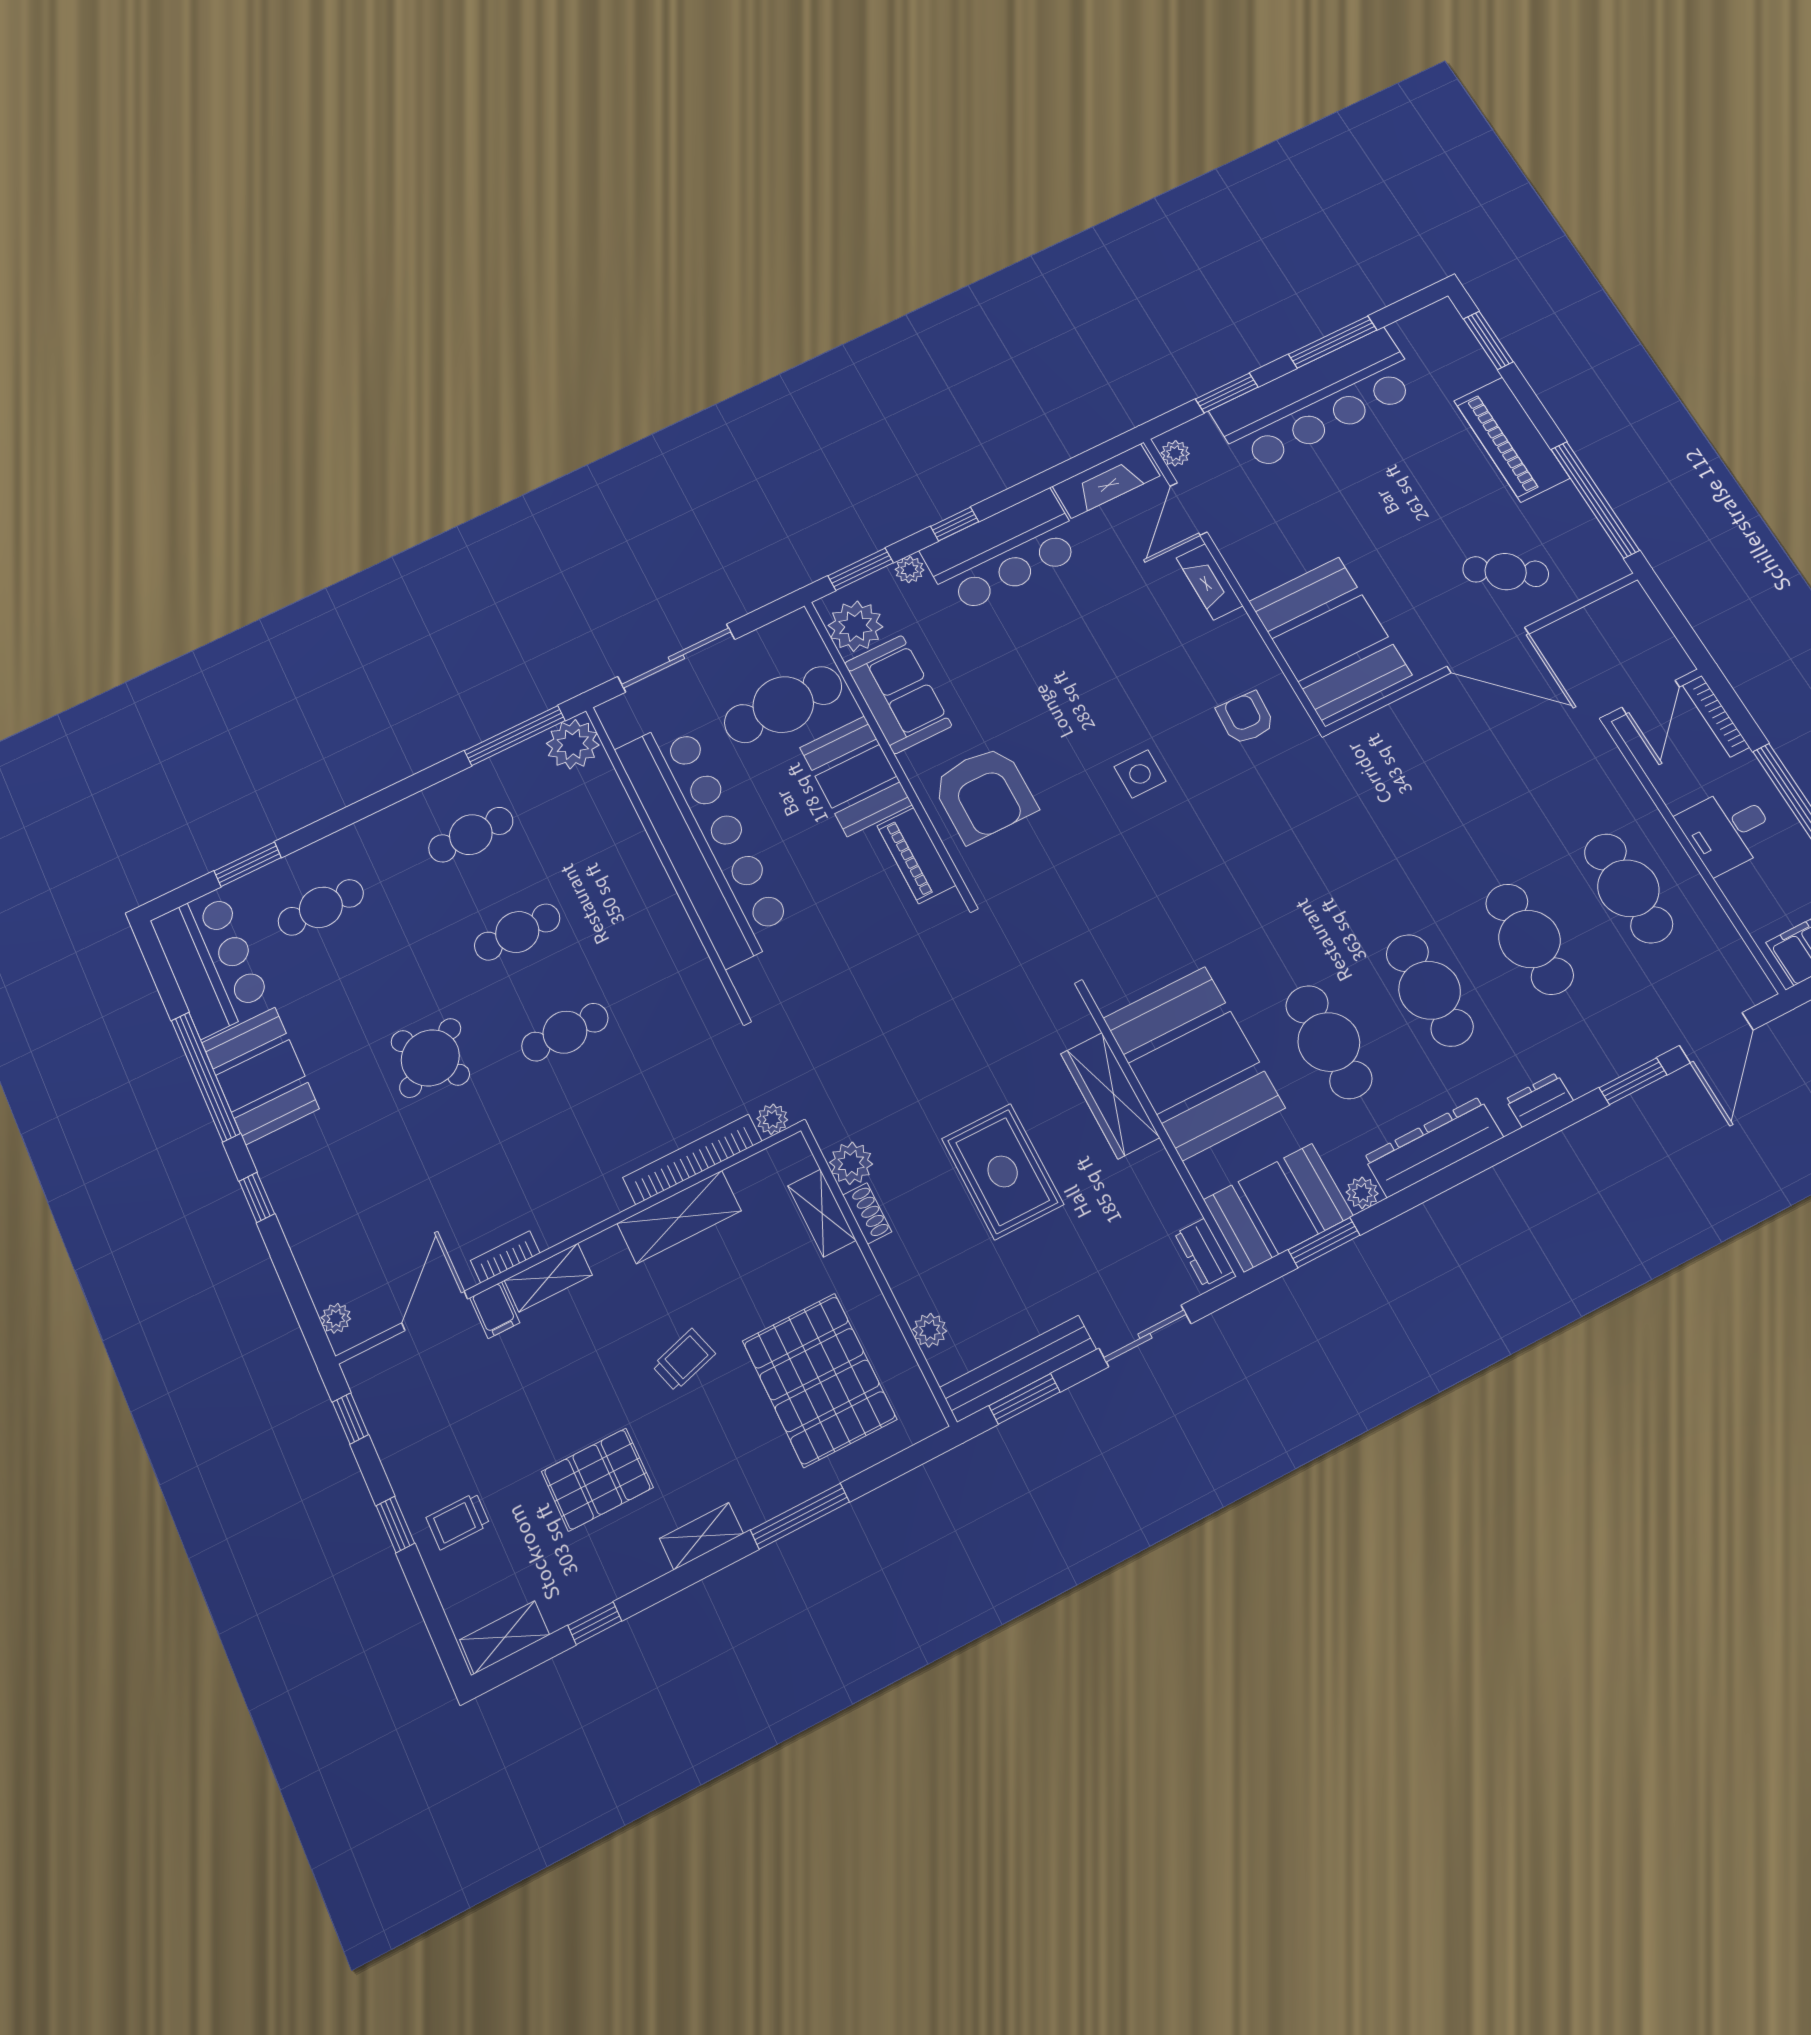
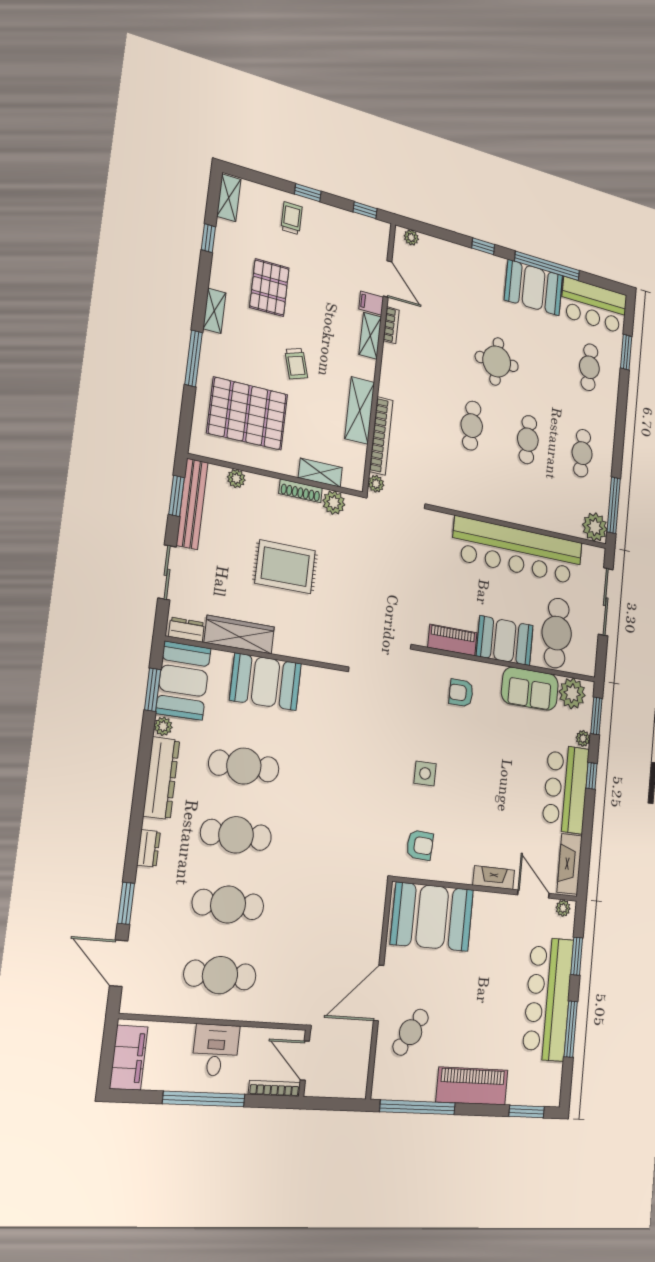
armchair: (984, 794) -> (461, 693), width x0.53, depth x0.53
round table: (430, 1058) -> (497, 361), turned 32
booth: (1194, 1063) -> (266, 682), width x0.73, depth x0.70
wardrobe: (1110, 1096) -> (239, 635), moved
shoe rack: (867, 1213) -> (301, 491), width x1.43

